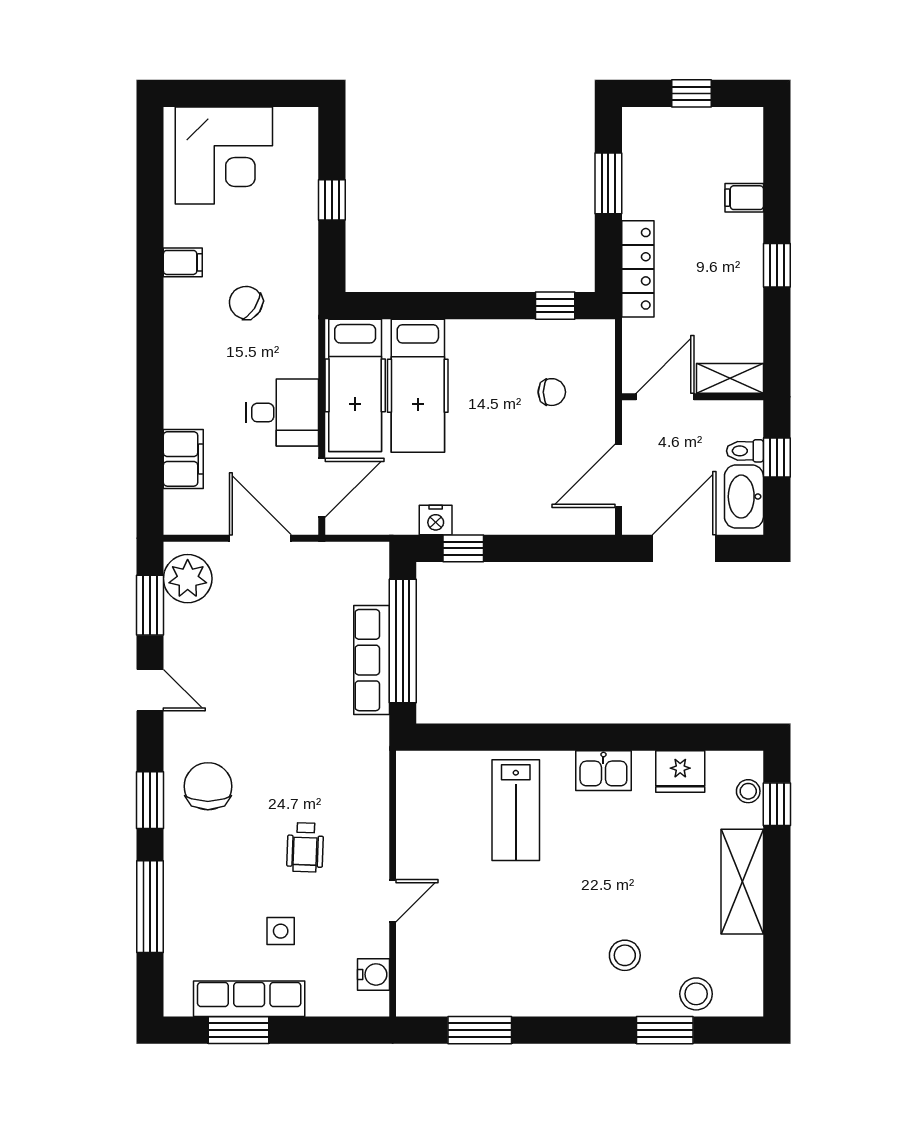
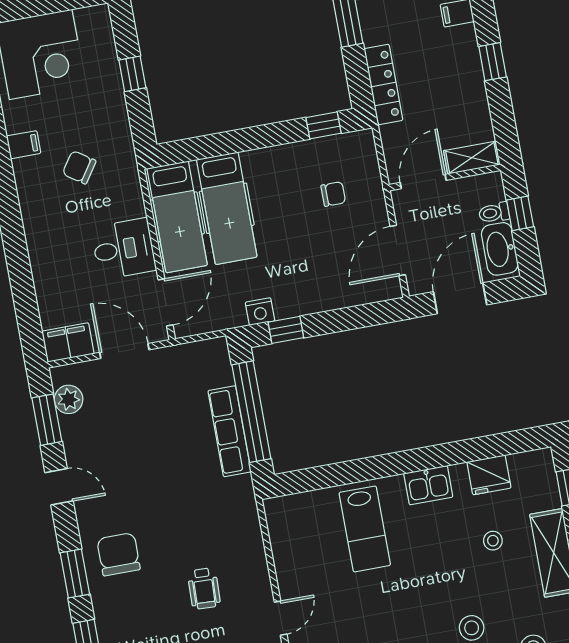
filing cabinet: (183, 459) -> (68, 342), moved, turned -90
plant: (188, 579) -> (69, 399), width x0.73, depth x0.73
stool: (748, 791) -> (493, 541), moved

